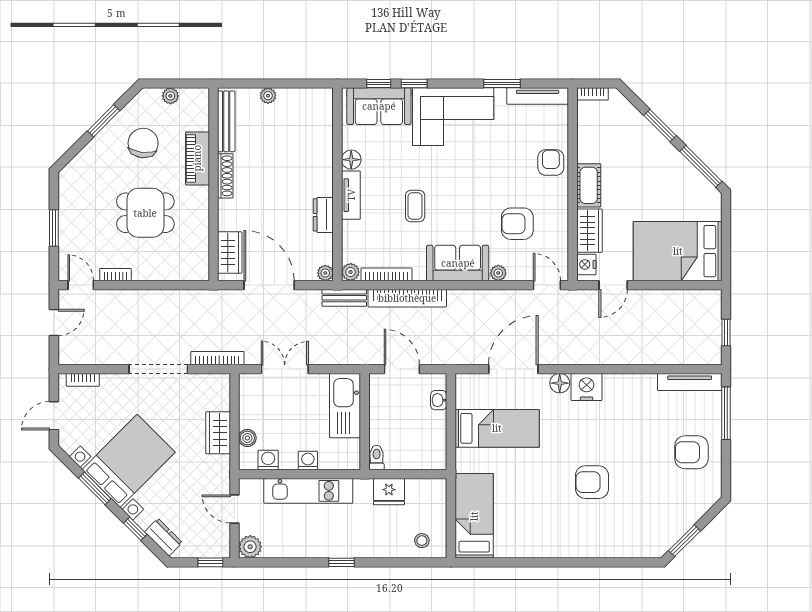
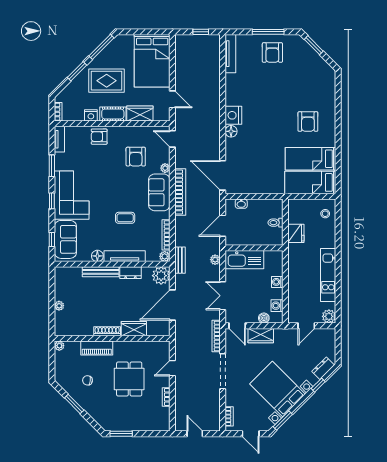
window: (414, 83) -> (52, 201), moved
plant: (170, 96) -> (59, 346), moved
tv unit: (538, 96) -> (59, 139), width x0.71
bench: (226, 121) -> (101, 272), moved
chair: (143, 143) -> (87, 380), width x0.54, depth x0.54
rug: (644, 175) -> (107, 81), added
tv unit: (351, 195) -> (125, 256), width x1.41
window: (54, 228) -> (121, 434), moved
wardrobe: (230, 253) -> (134, 329), moved
nightstand: (586, 264) -> (91, 115), moved
plant: (325, 273) -> (161, 276), width x1.87, depth x1.87
door: (81, 285) -> (172, 368), moved
door: (547, 285) -> (172, 139), hinge flipped
bookcase: (407, 298) -> (180, 192), moved
plant: (345, 357) -> (215, 260), added
door: (513, 369) -> (223, 175), moved
door: (234, 393) -> (237, 326), added
window: (726, 413) -> (268, 32), moved
bed: (497, 428) -> (311, 159), moved, turned -90
toilet: (377, 458) -> (276, 223), moved
armchair: (592, 482) -> (308, 122), moved
window: (95, 488) -> (283, 420), moved
kitchen unit: (308, 491) -> (328, 275), moved, turned 180
window: (684, 541) -> (314, 45), moved
window: (210, 562) -> (338, 340), removed
window: (342, 562) -> (338, 262), removed

